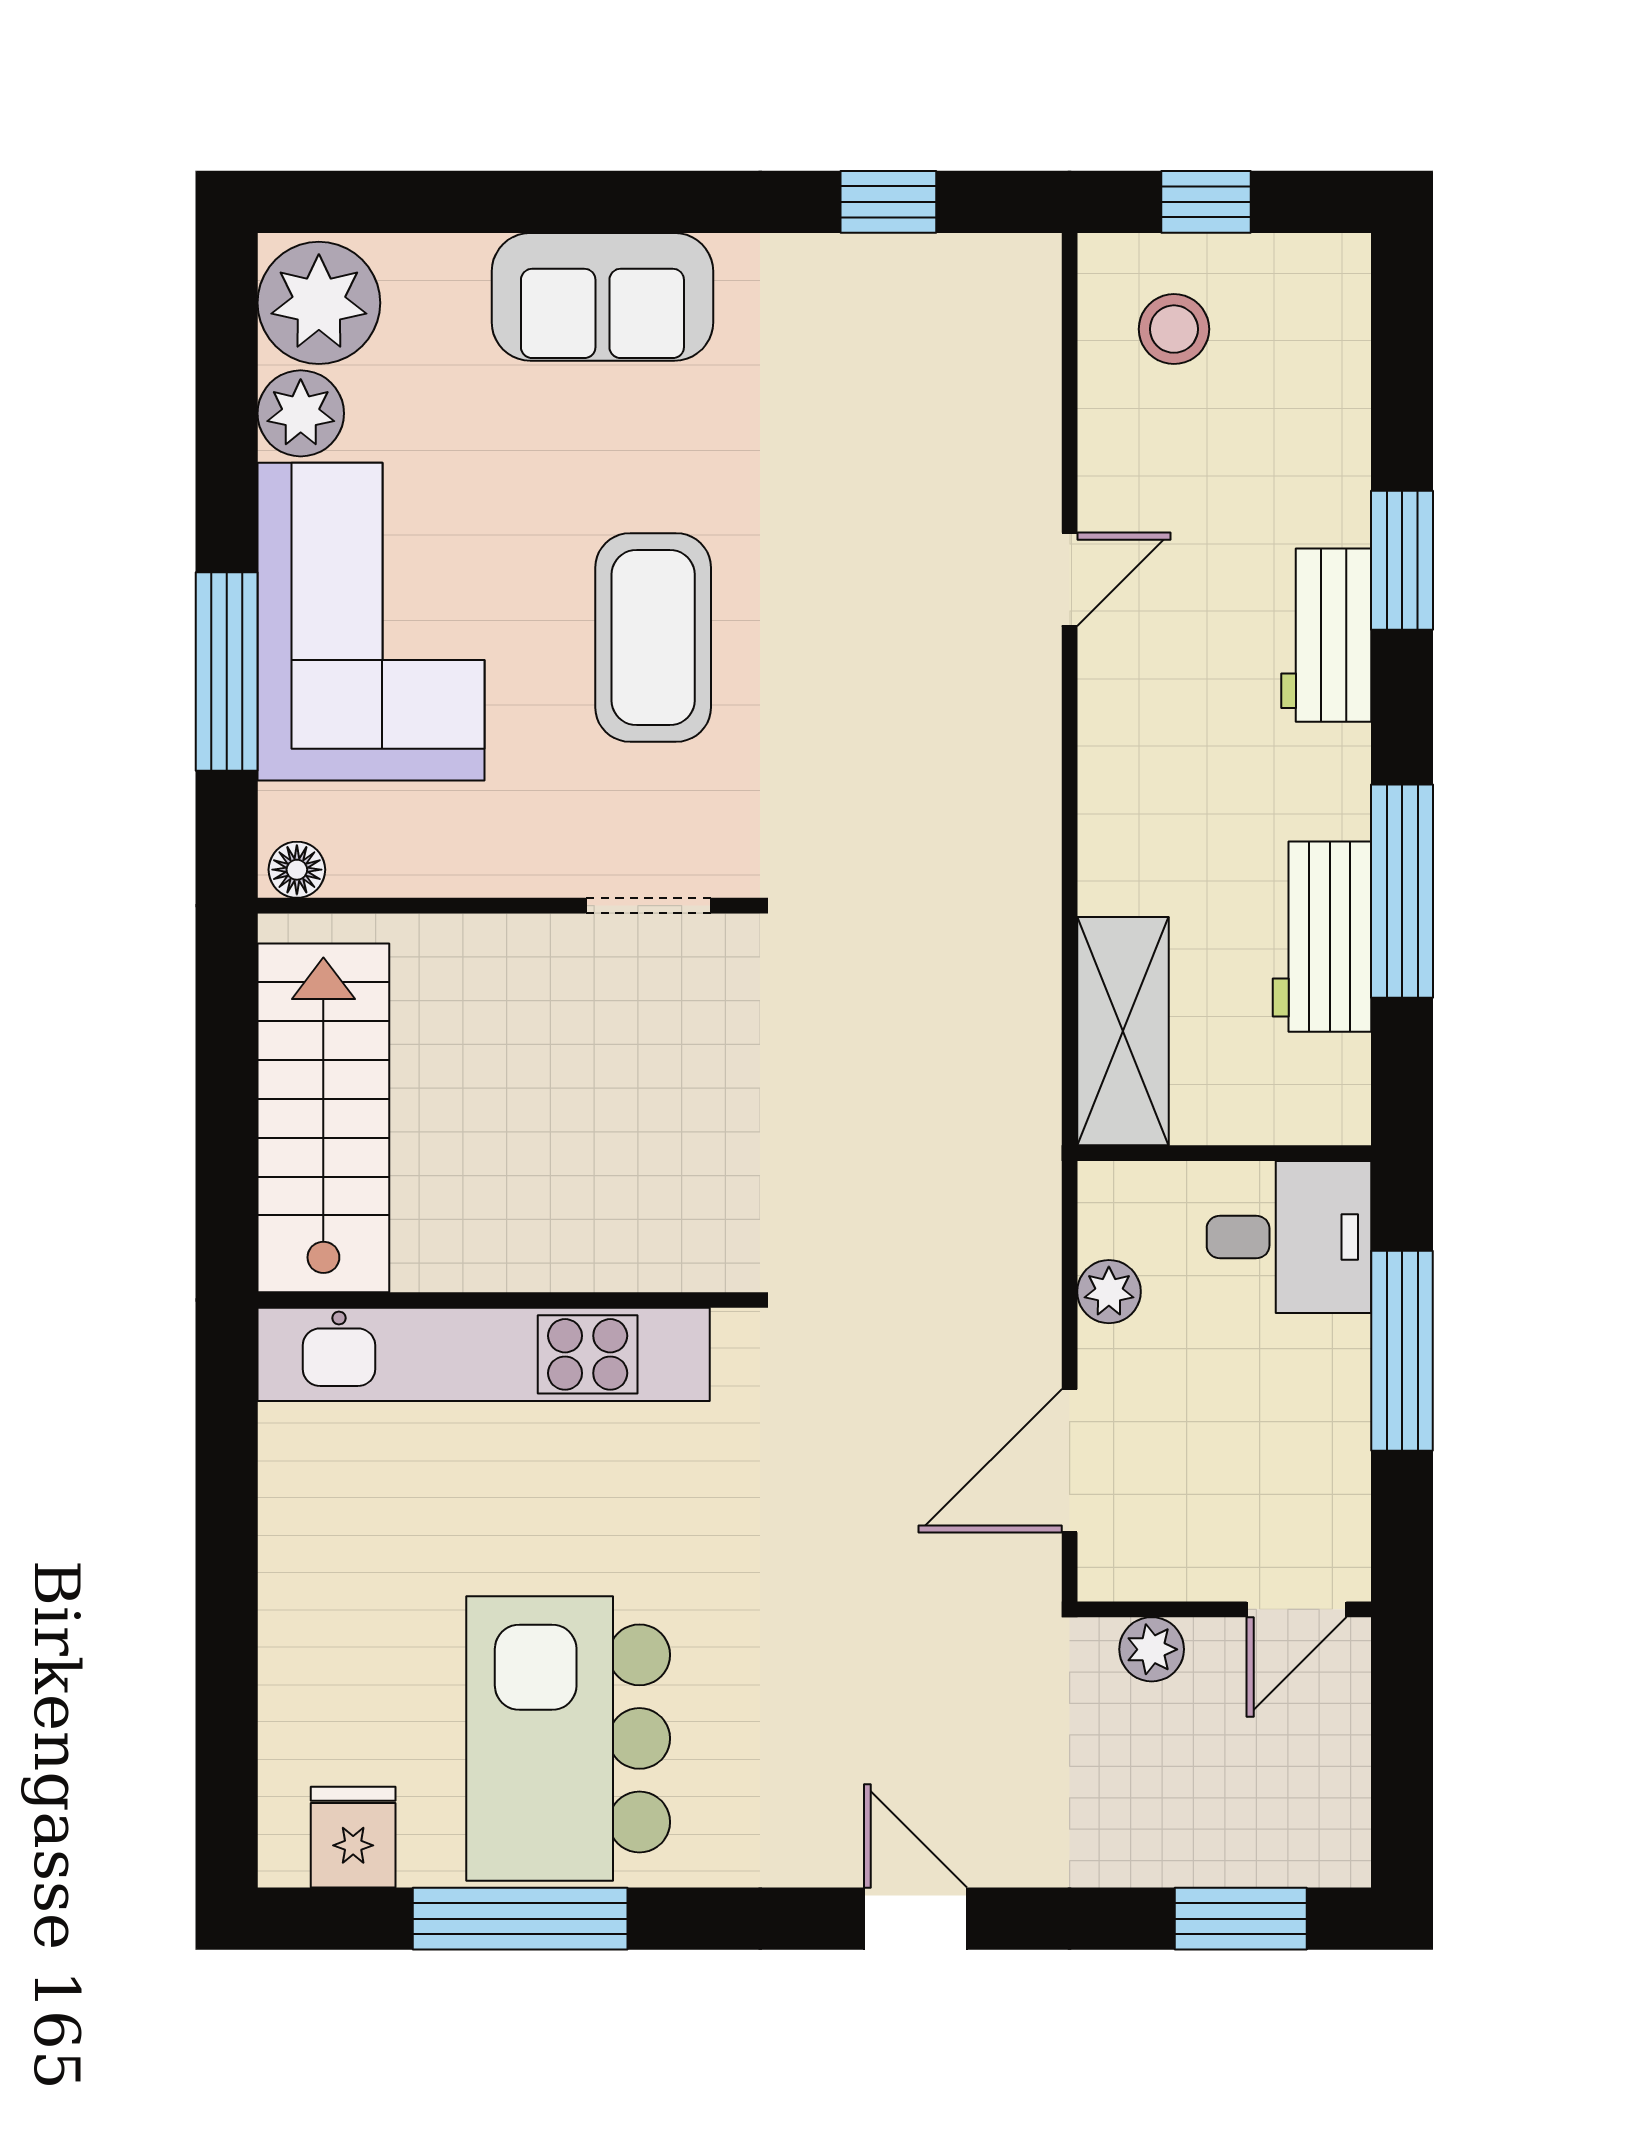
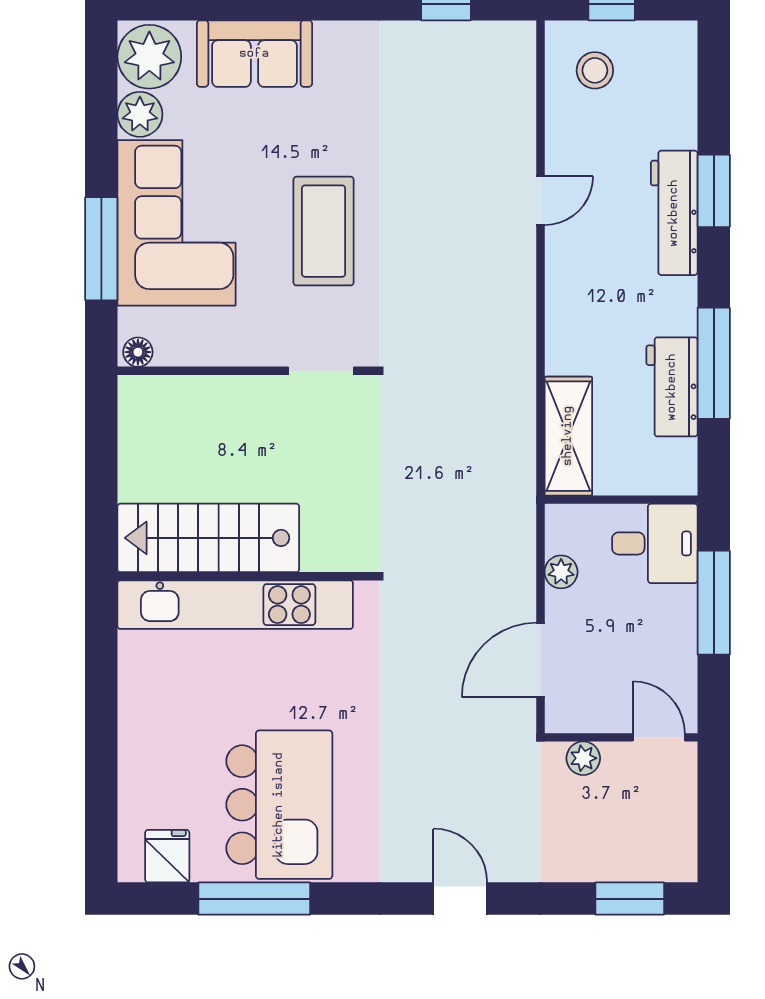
sofa: (602, 297) -> (254, 54), moved
workbench: (1326, 635) -> (674, 213), width x1.38
stairs: (323, 1118) -> (208, 538), moved, turned -90
door: (1297, 1609) -> (659, 737), swing flipped
kitchen island: (568, 1738) -> (279, 805), turned 180

